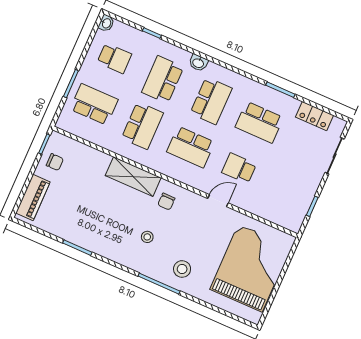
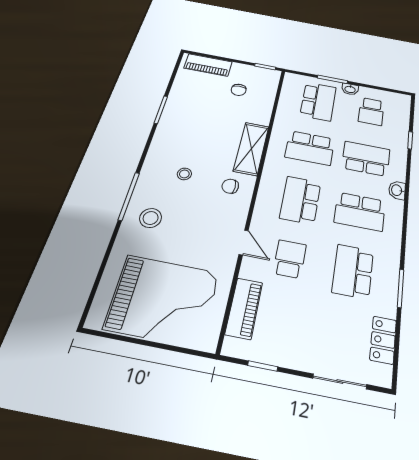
washbasin: (106, 23) -> (350, 89), moved
chair: (55, 162) -> (239, 90), moved
piano: (269, 211) -> (244, 308), added

